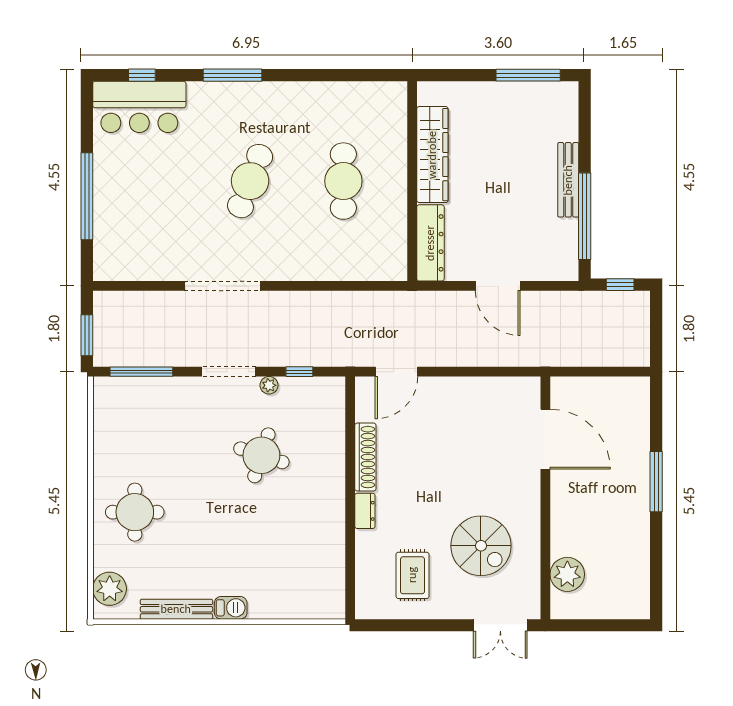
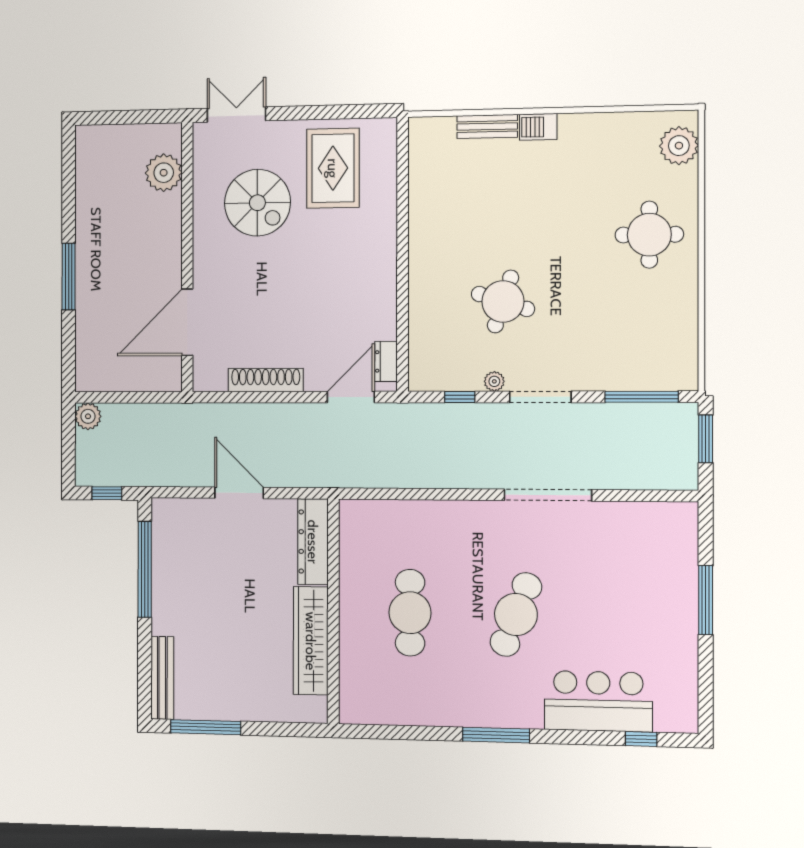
window: (233, 75) -> (496, 735), moved
bar counter: (139, 107) -> (598, 701), moved
bench: (568, 180) -> (162, 678), moved
window: (87, 196) -> (706, 600), width x0.68
plant: (638, 354) -> (88, 416), added
door: (545, 439) -> (187, 322), hinge flipped
shoe rack: (365, 457) -> (266, 380), moved, turned 90
dresser: (365, 511) -> (386, 361), moved
spiral stairs: (481, 546) -> (257, 203), turned 180
rug: (412, 575) -> (333, 168), width x1.36, depth x1.43
bench: (176, 609) -> (487, 126), moved, width x0.73

